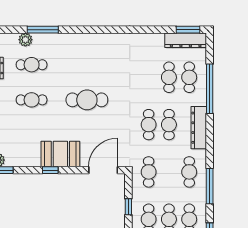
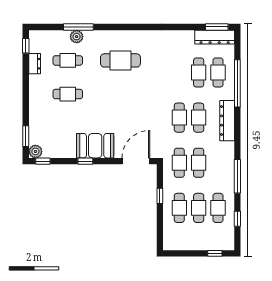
plant: (25, 40) -> (77, 37), moved
cafe table: (87, 100) -> (120, 60), moved
cafe table: (189, 172) -> (199, 163), moved

